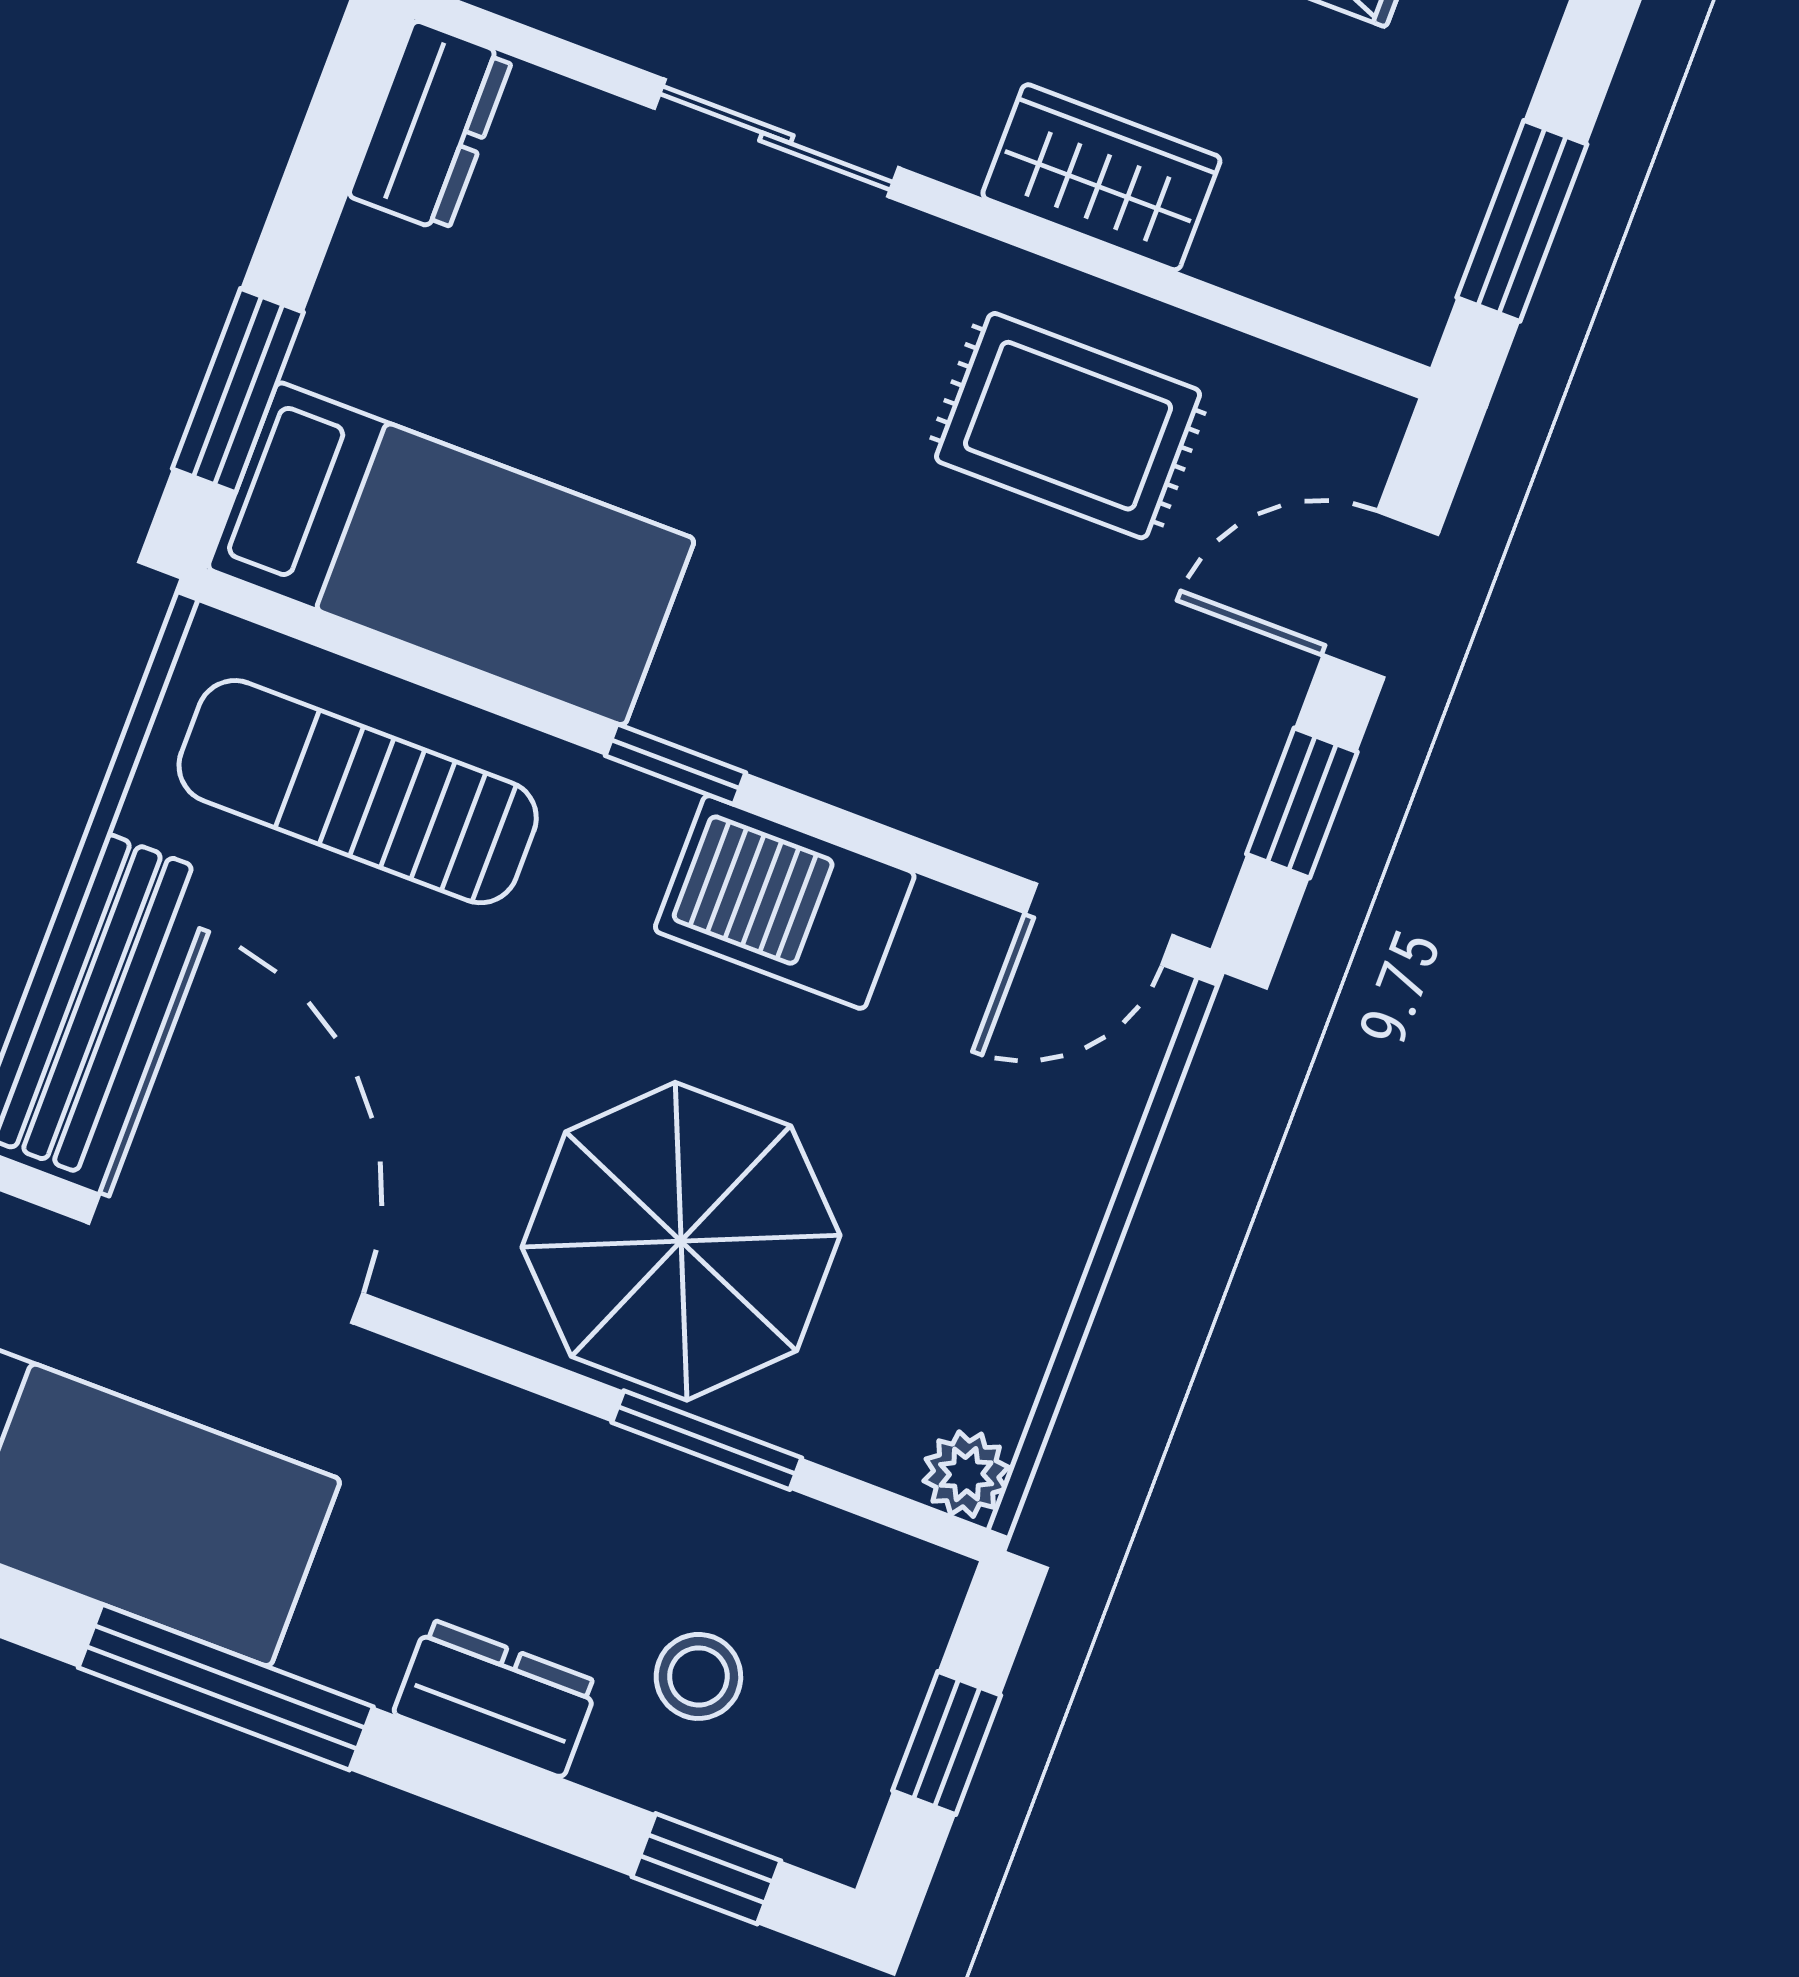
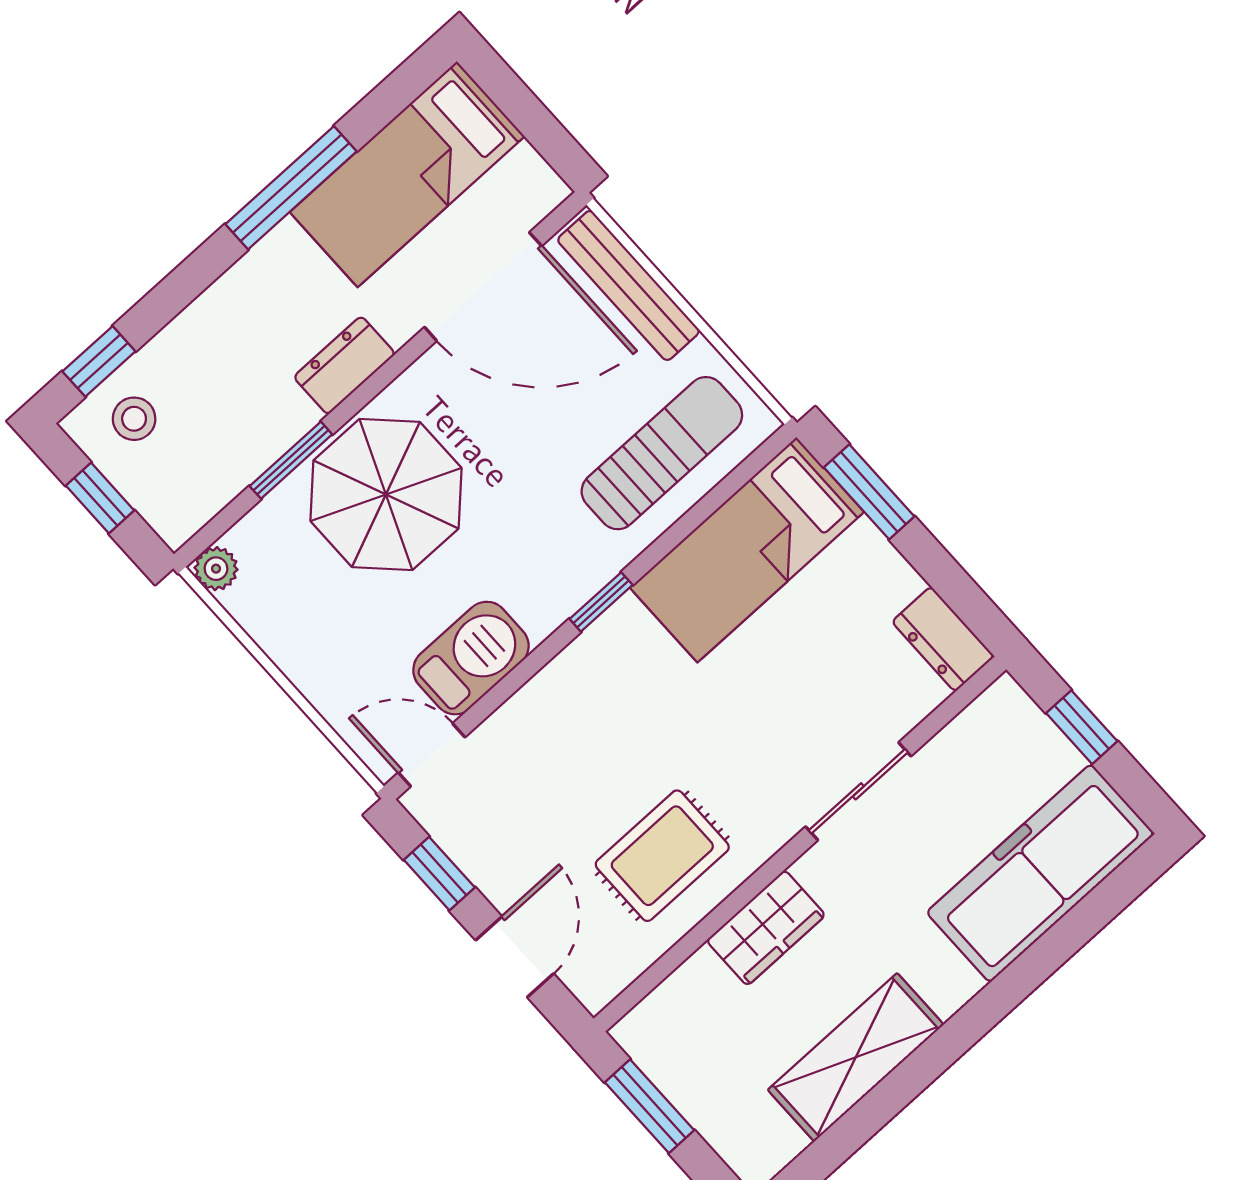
barbecue: (785, 902) -> (471, 658), moved
door: (1099, 924) -> (432, 755), hinge flipped
stool: (698, 1676) -> (134, 419), moved
dresser: (496, 1698) -> (344, 365), moved, turned 180

